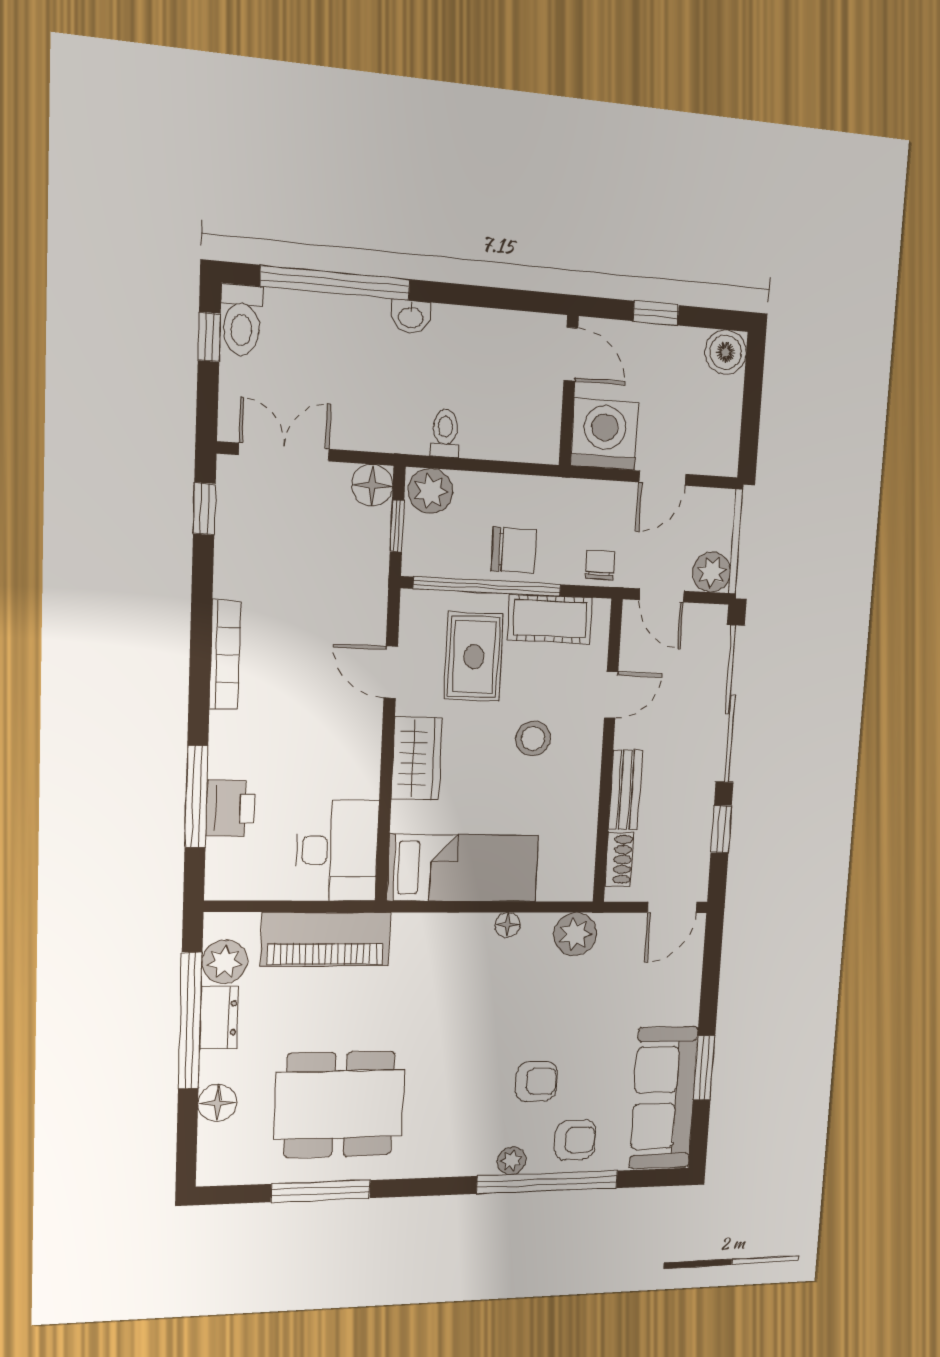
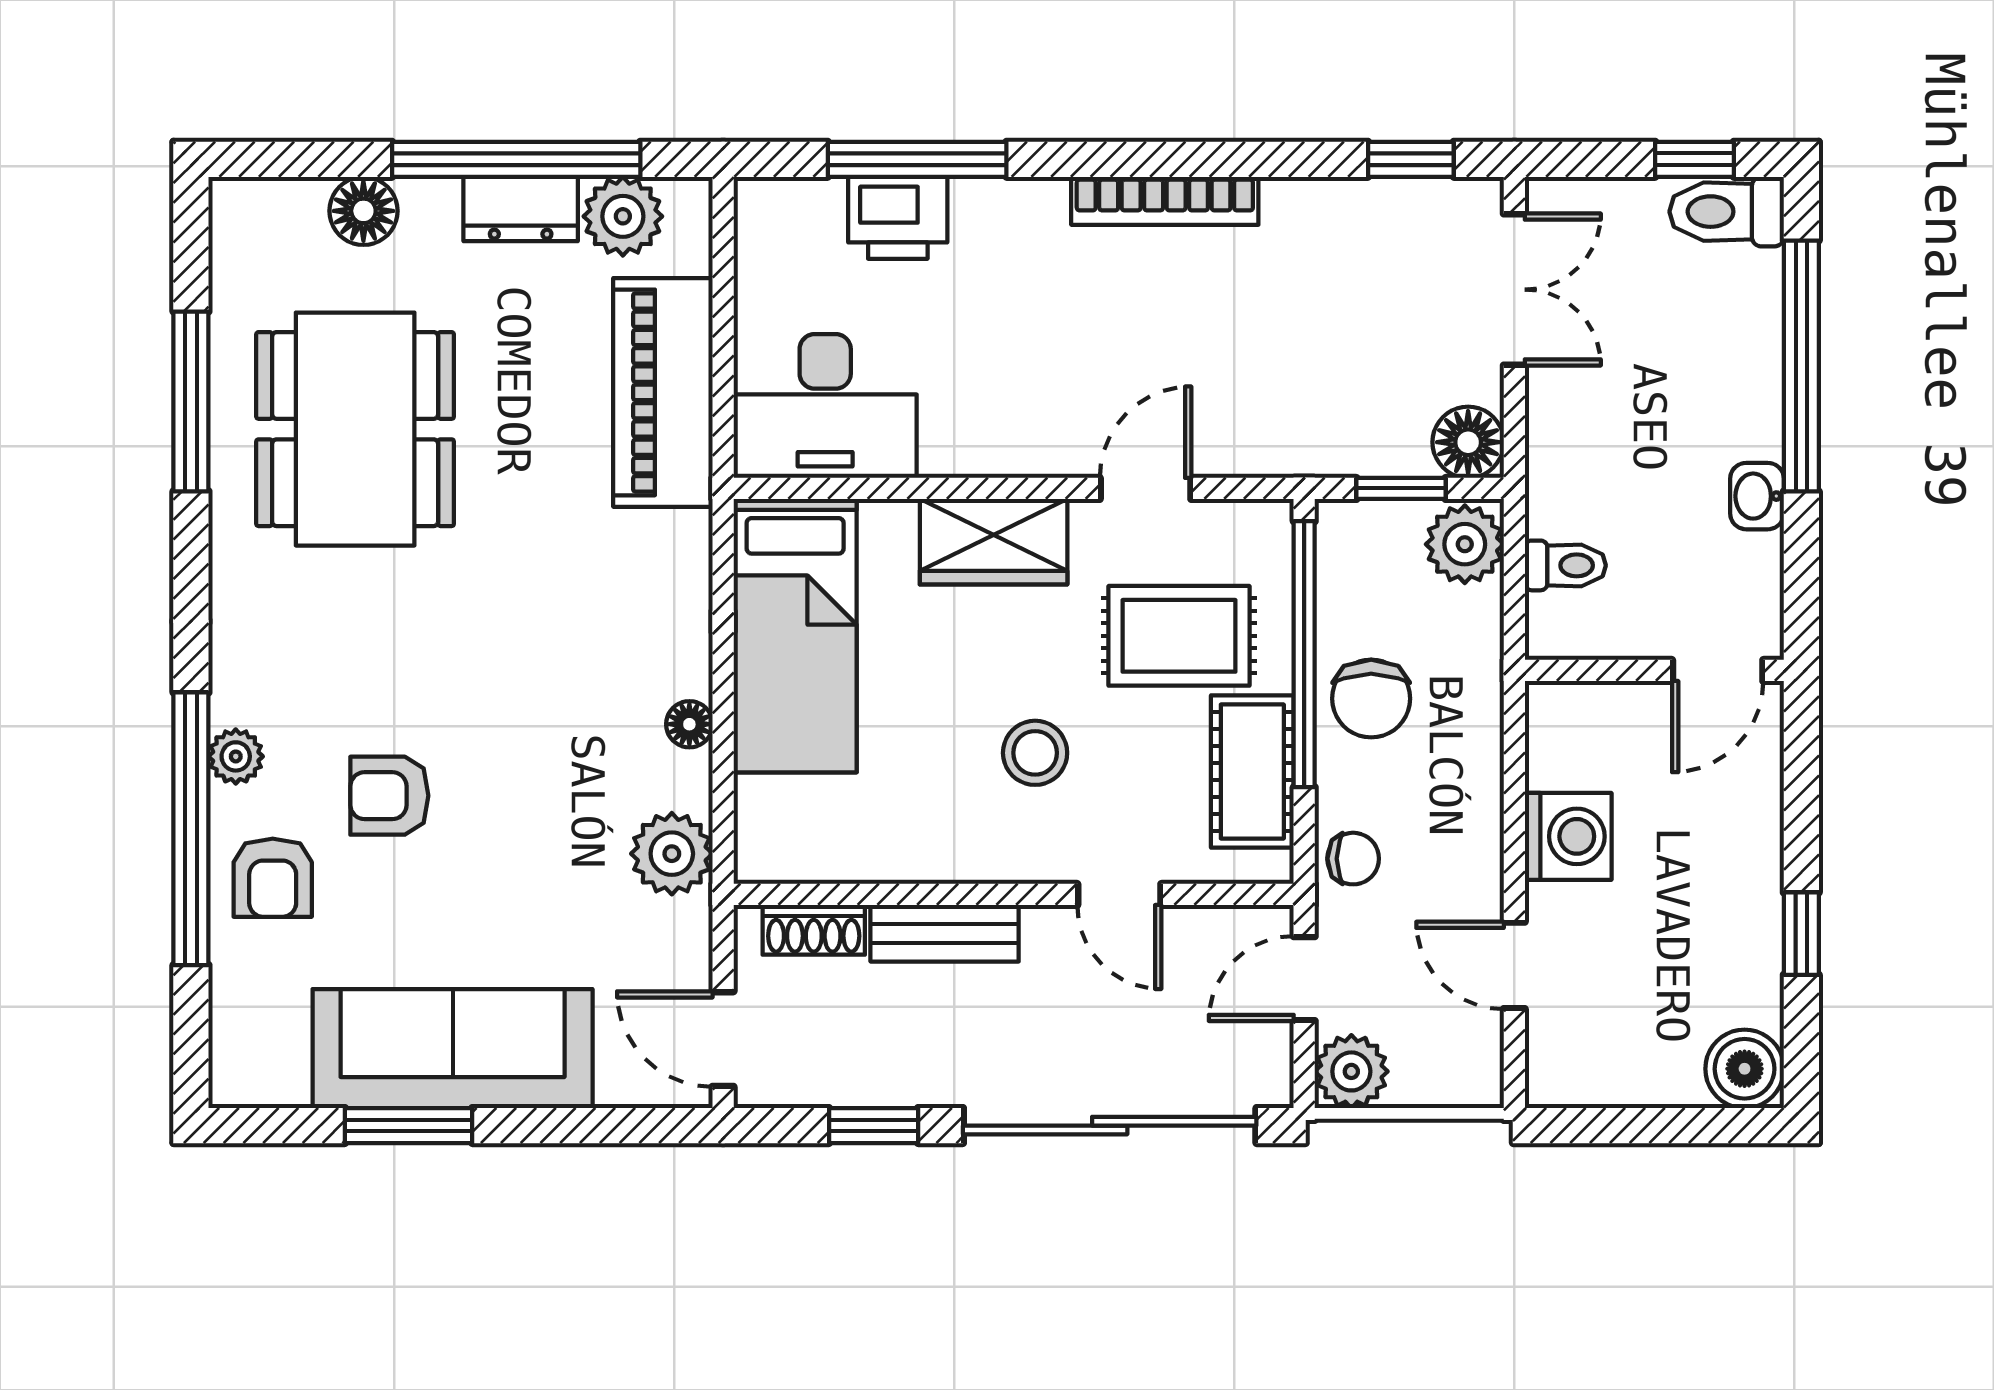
door: (571, 354) -> (1718, 670), moved
wall: (569, 391) -> (1654, 670), moved
washing machine: (604, 434) -> (1568, 836), width x0.73, depth x0.73
armchair: (536, 1081) -> (389, 796), turned 90
sofa: (664, 1098) -> (453, 1049), moved

